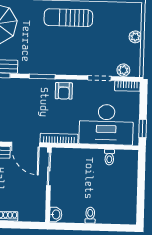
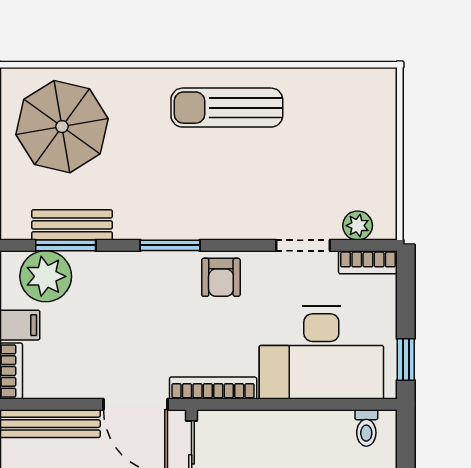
plant: (135, 37) -> (383, 148), removed
toilet: (109, 157) -> (366, 428), moved

